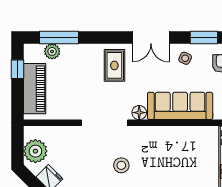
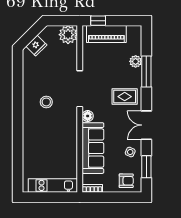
window: (59, 38) -> (146, 71), moved
plant: (52, 51) -> (136, 61), moved
window: (18, 69) -> (98, 21), moved
plant: (35, 151) -> (68, 35), moved

